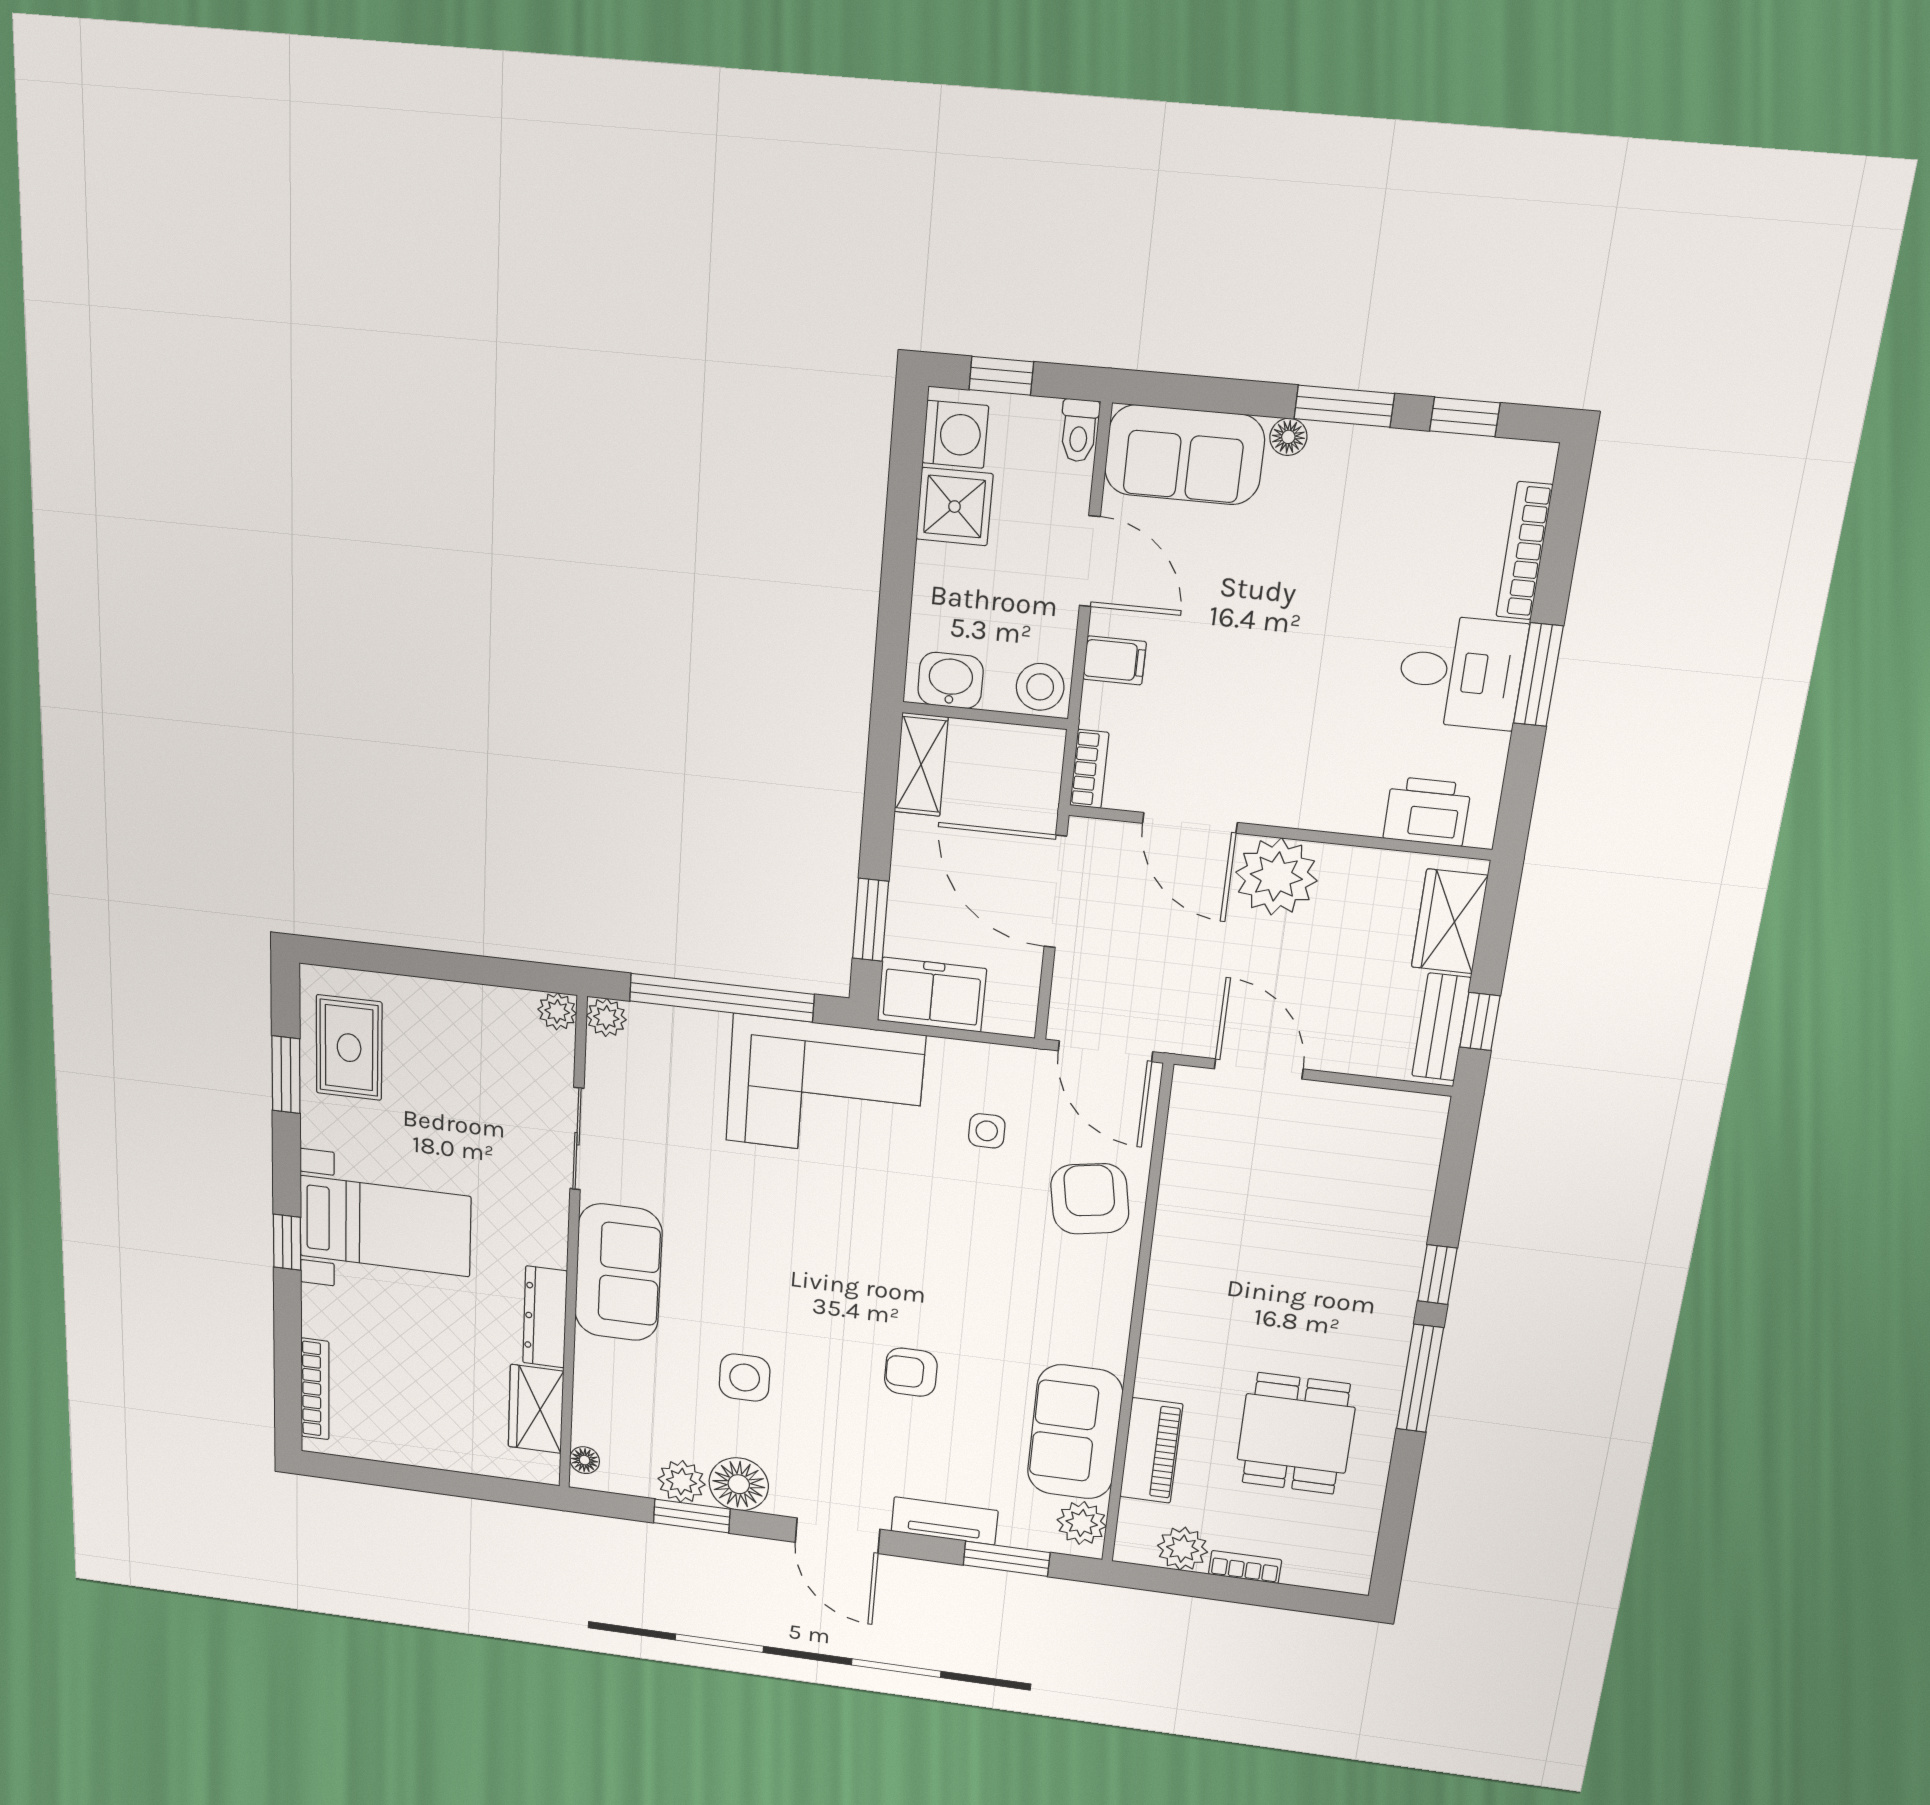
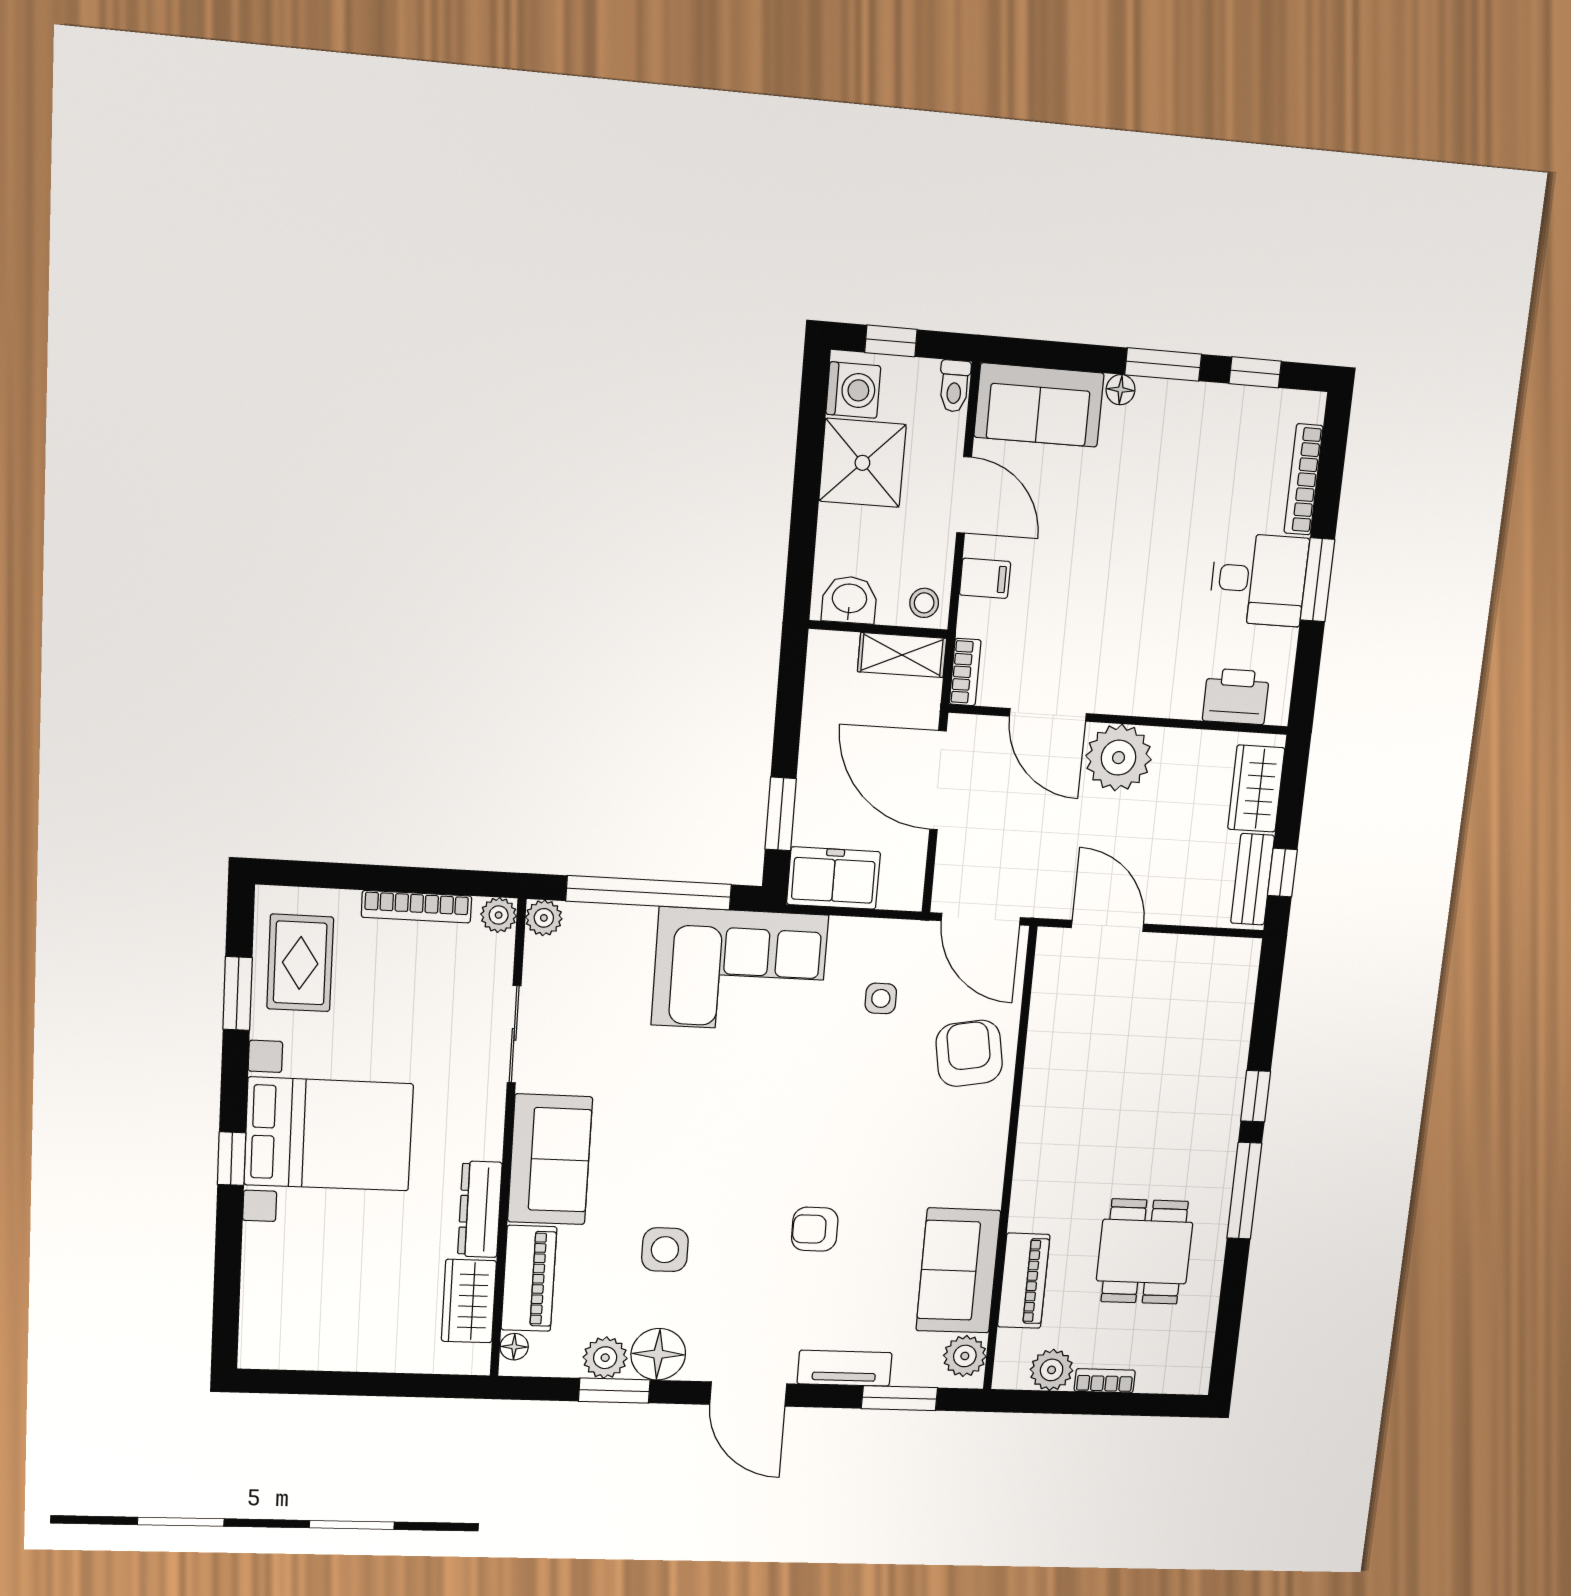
shower: (954, 507) -> (862, 463), width x1.36, depth x1.36
stool: (1040, 687) -> (924, 603), width x0.73, depth x0.73
shelving: (921, 764) -> (902, 655), moved, turned 90
bed with nightstands: (385, 1226) -> (329, 1134), width x1.36
bookcase: (315, 1389) -> (417, 907), moved, turned 90
piano: (599, 1393) -> (529, 1278), added

